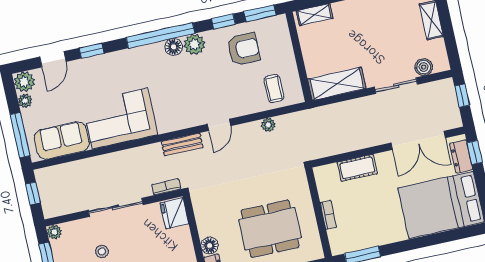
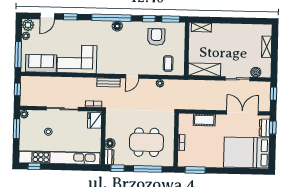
plant: (194, 44) -> (129, 28), removed
armchair: (243, 49) -> (156, 37), turned -90
double door: (418, 140) -> (242, 113), swing flipped

